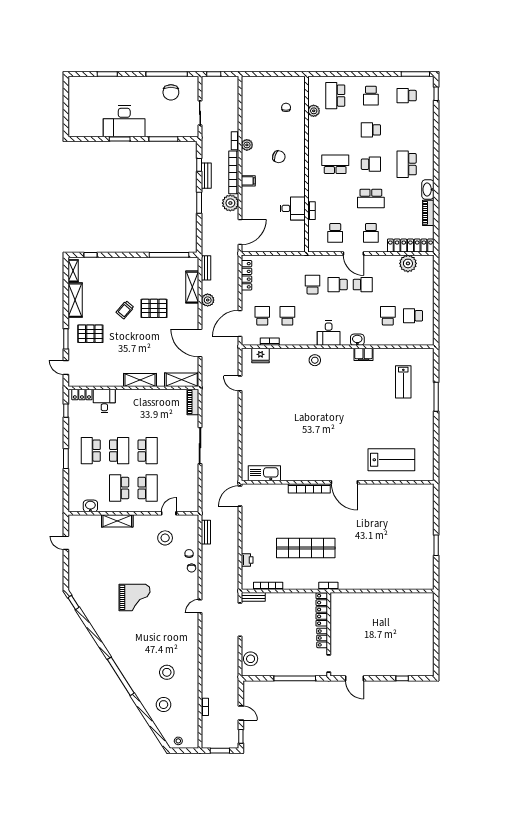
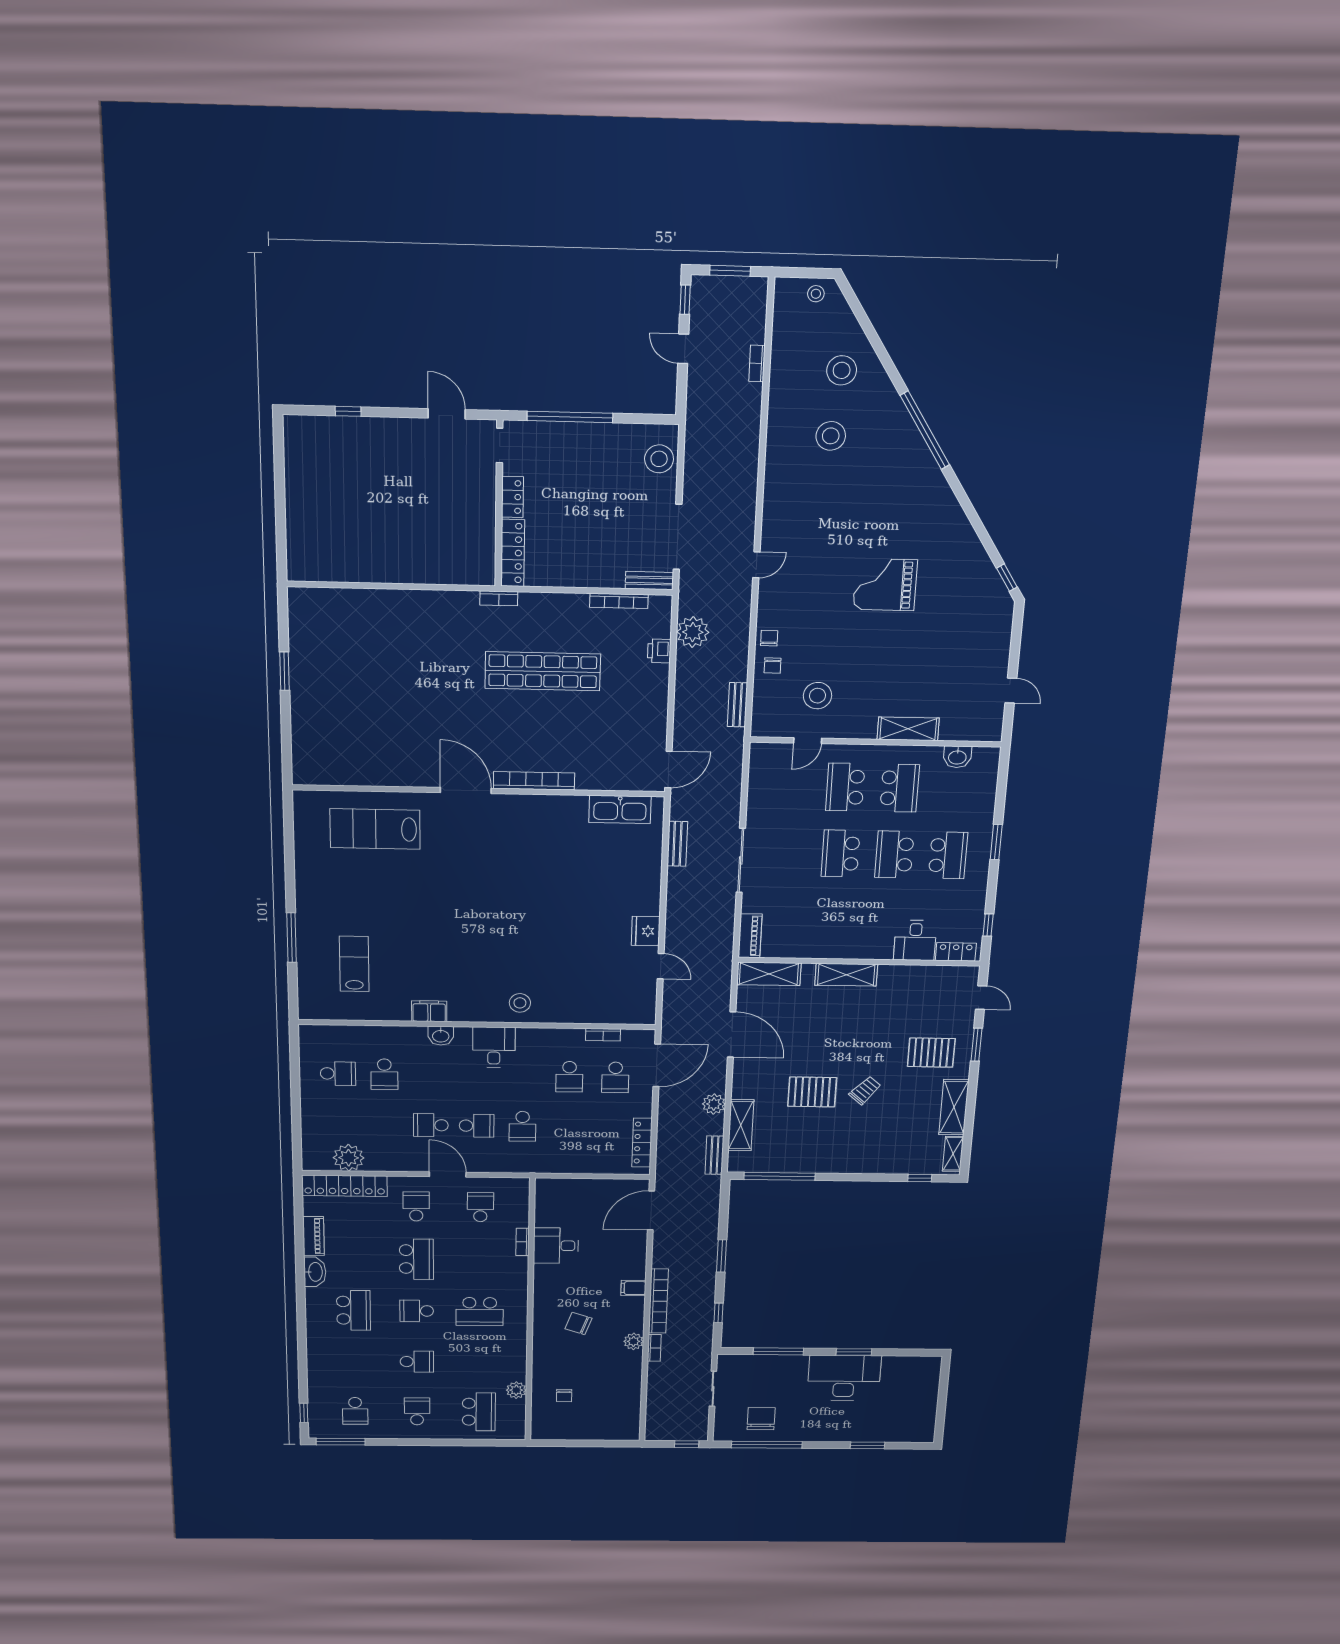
school desk: (407, 96) -> (355, 1411), turned 90
bench: (206, 176) -> (677, 844), moved
school desk: (371, 199) -> (416, 1259), turned 90
plant: (230, 203) -> (693, 632), moved
fridge: (260, 355) -> (646, 931), moved, turned -90

